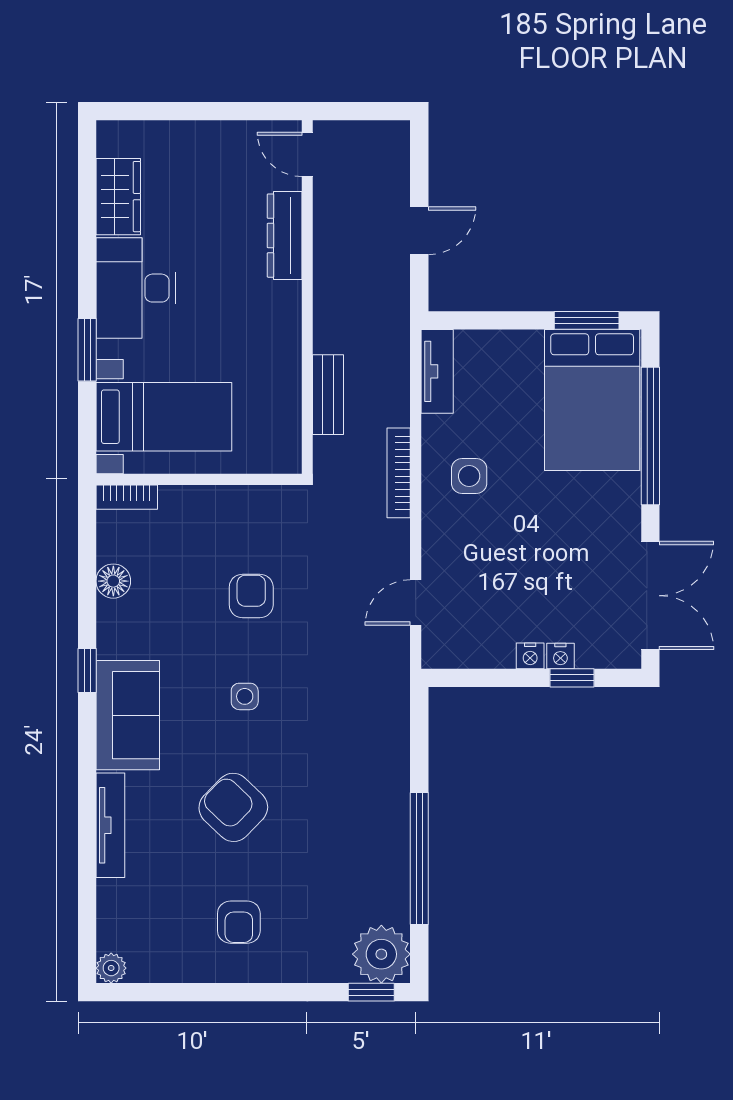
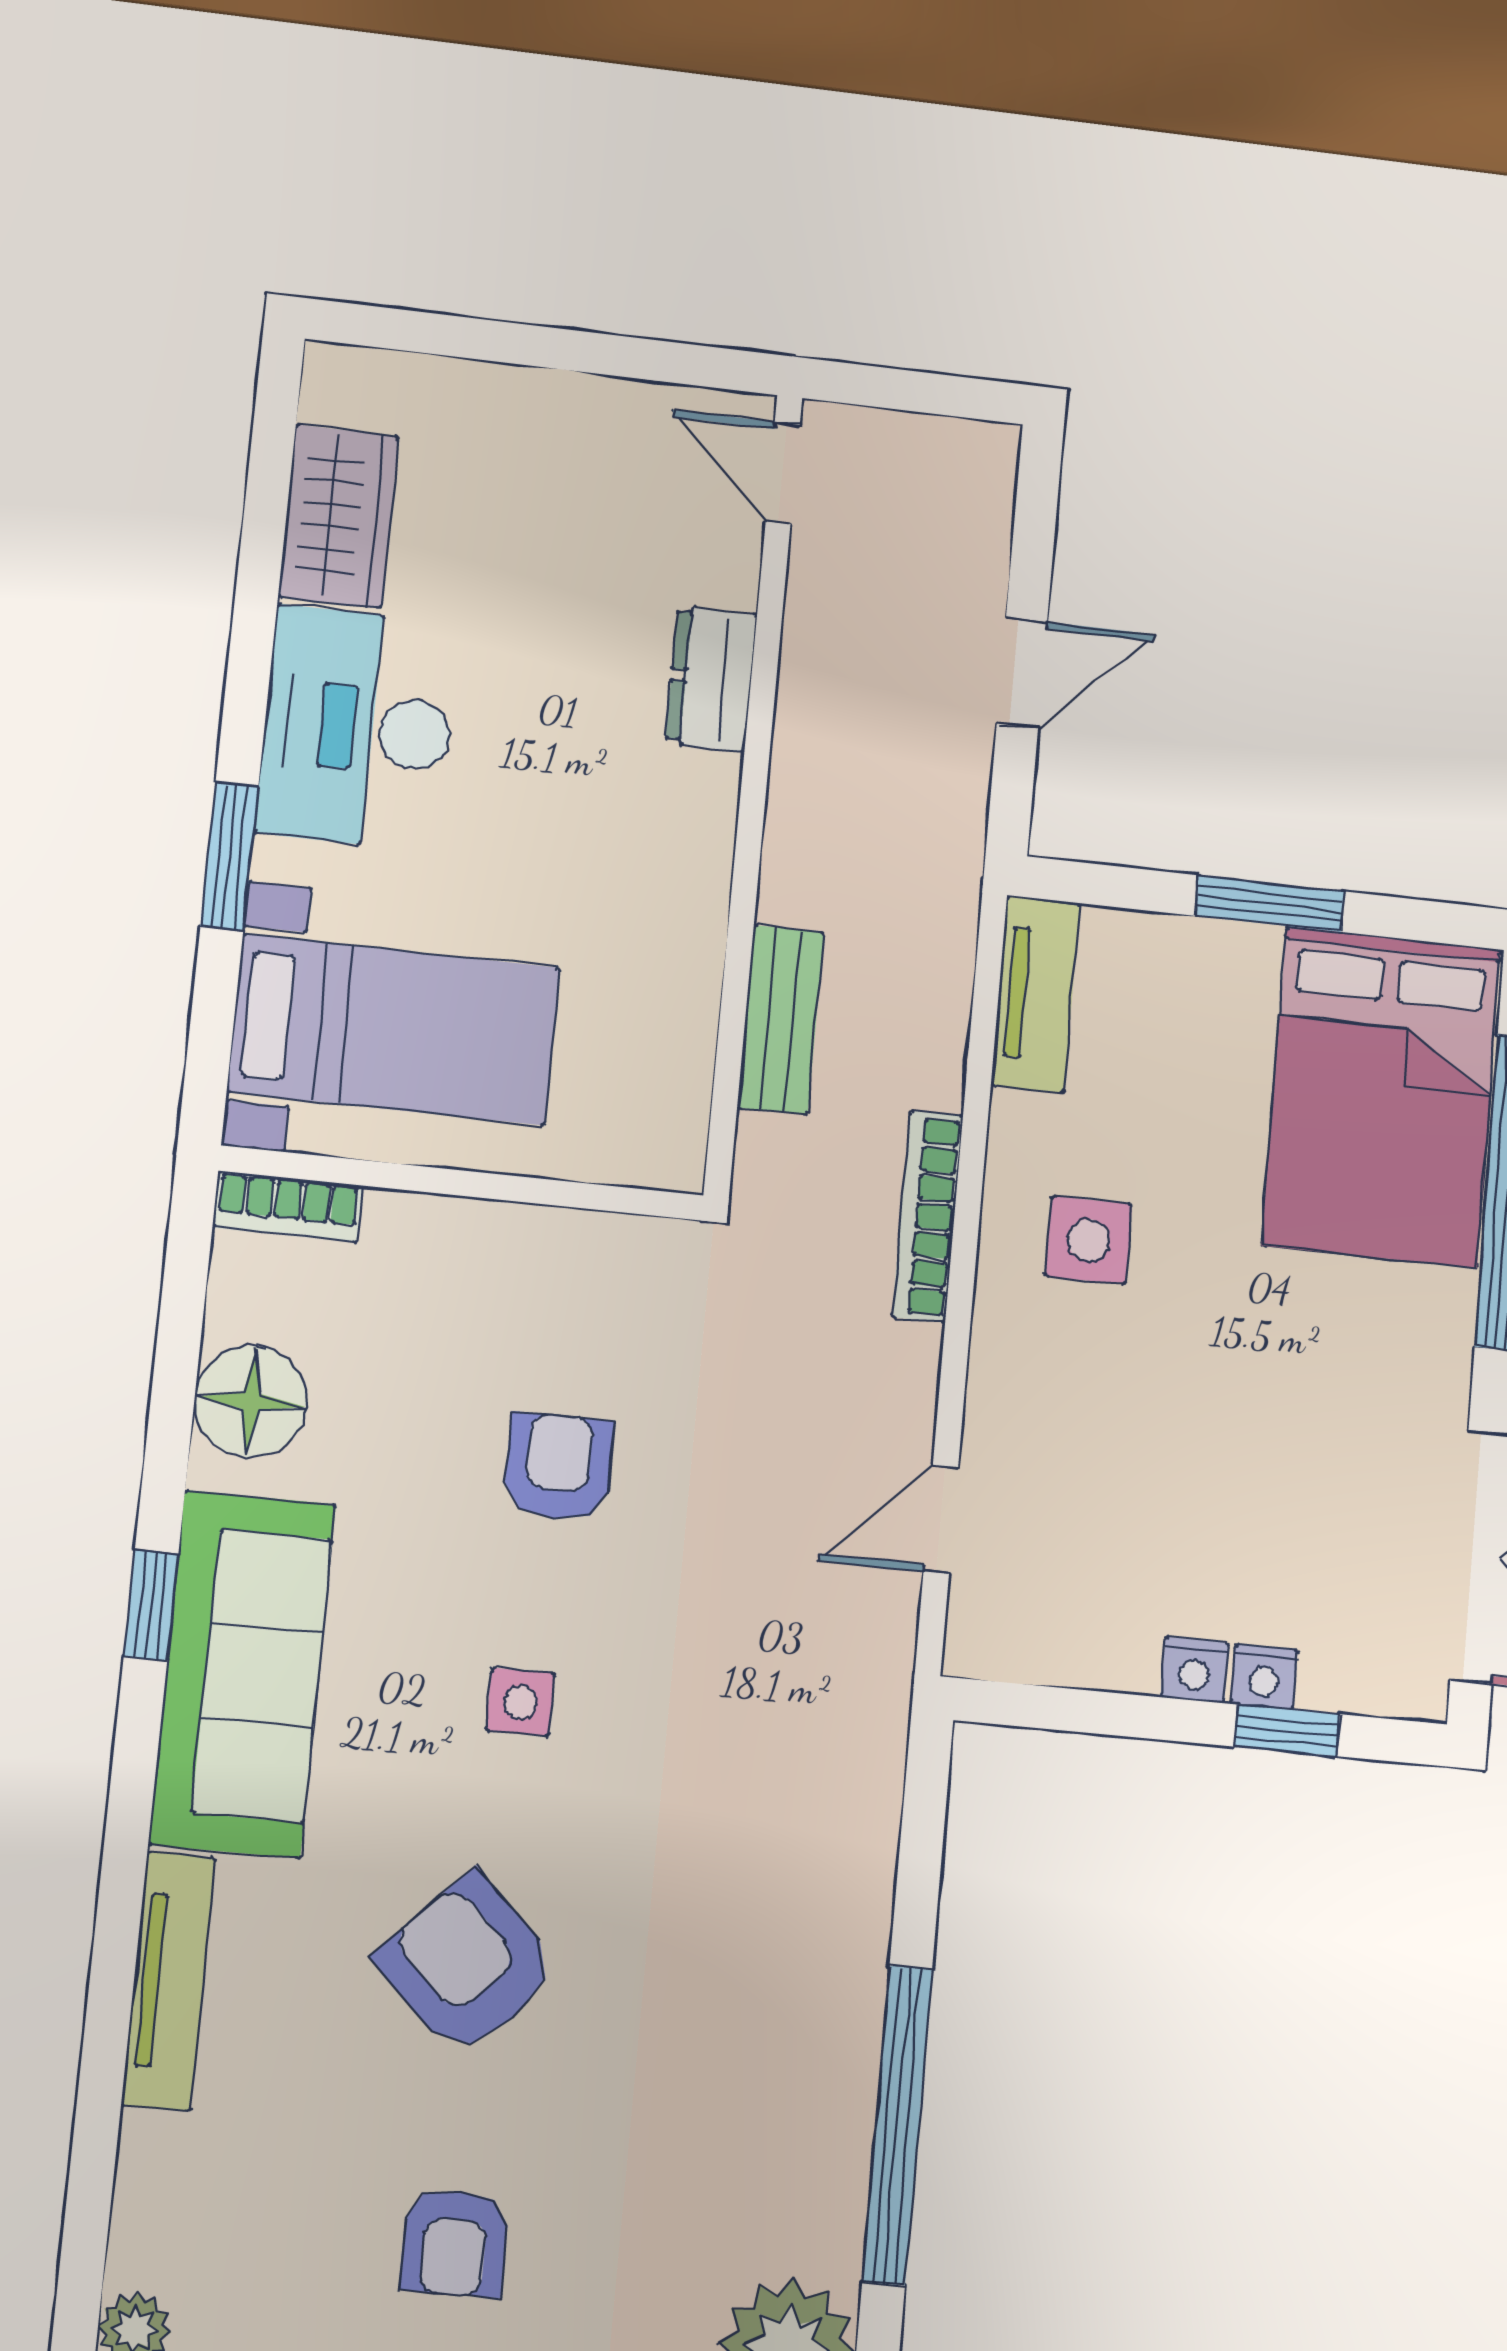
dresser: (285, 236) -> (711, 679), width x0.70
window: (587, 320) -> (1270, 904), moved
floor lamp: (113, 581) -> (251, 1401), width x1.38, depth x1.38
sofa: (128, 715) -> (242, 1674), width x1.36

